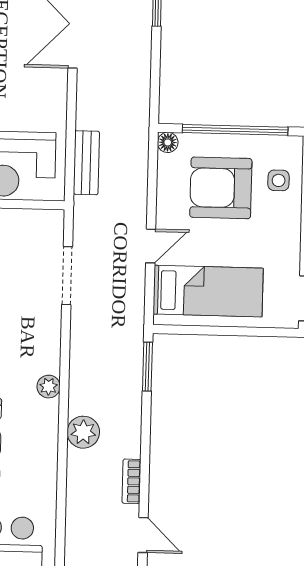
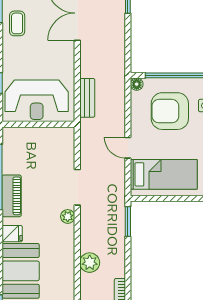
door: (151, 246) -> (128, 148), swing flipped
doorway: (67, 276) -> (77, 187), moved
plant: (49, 387) -> (68, 216), moved

